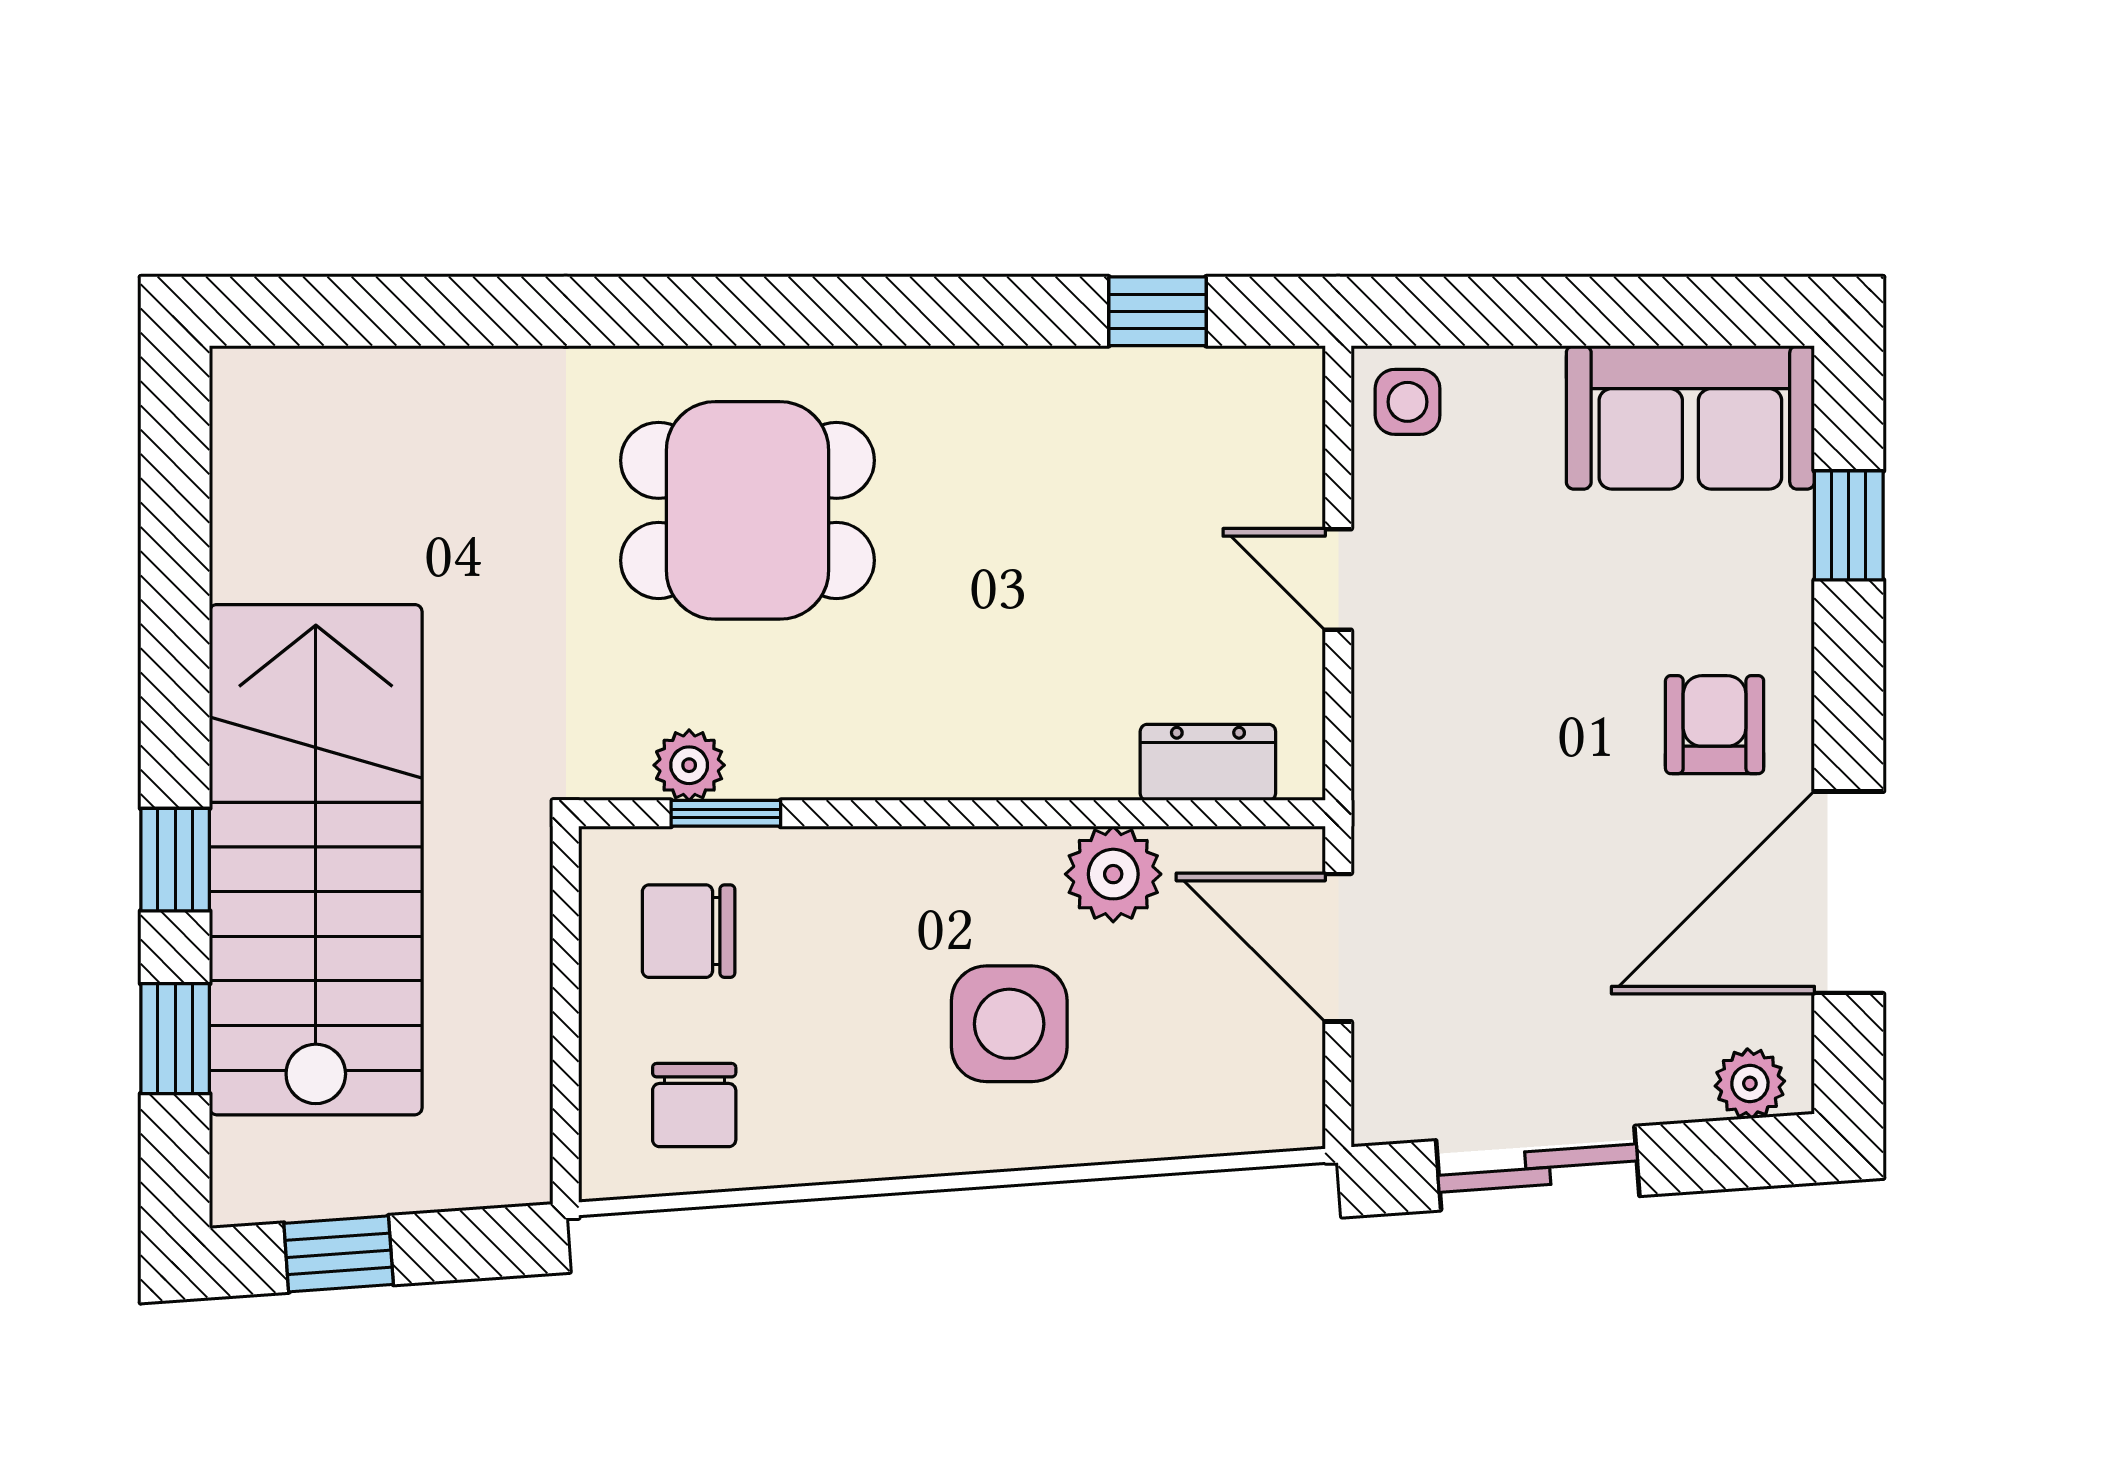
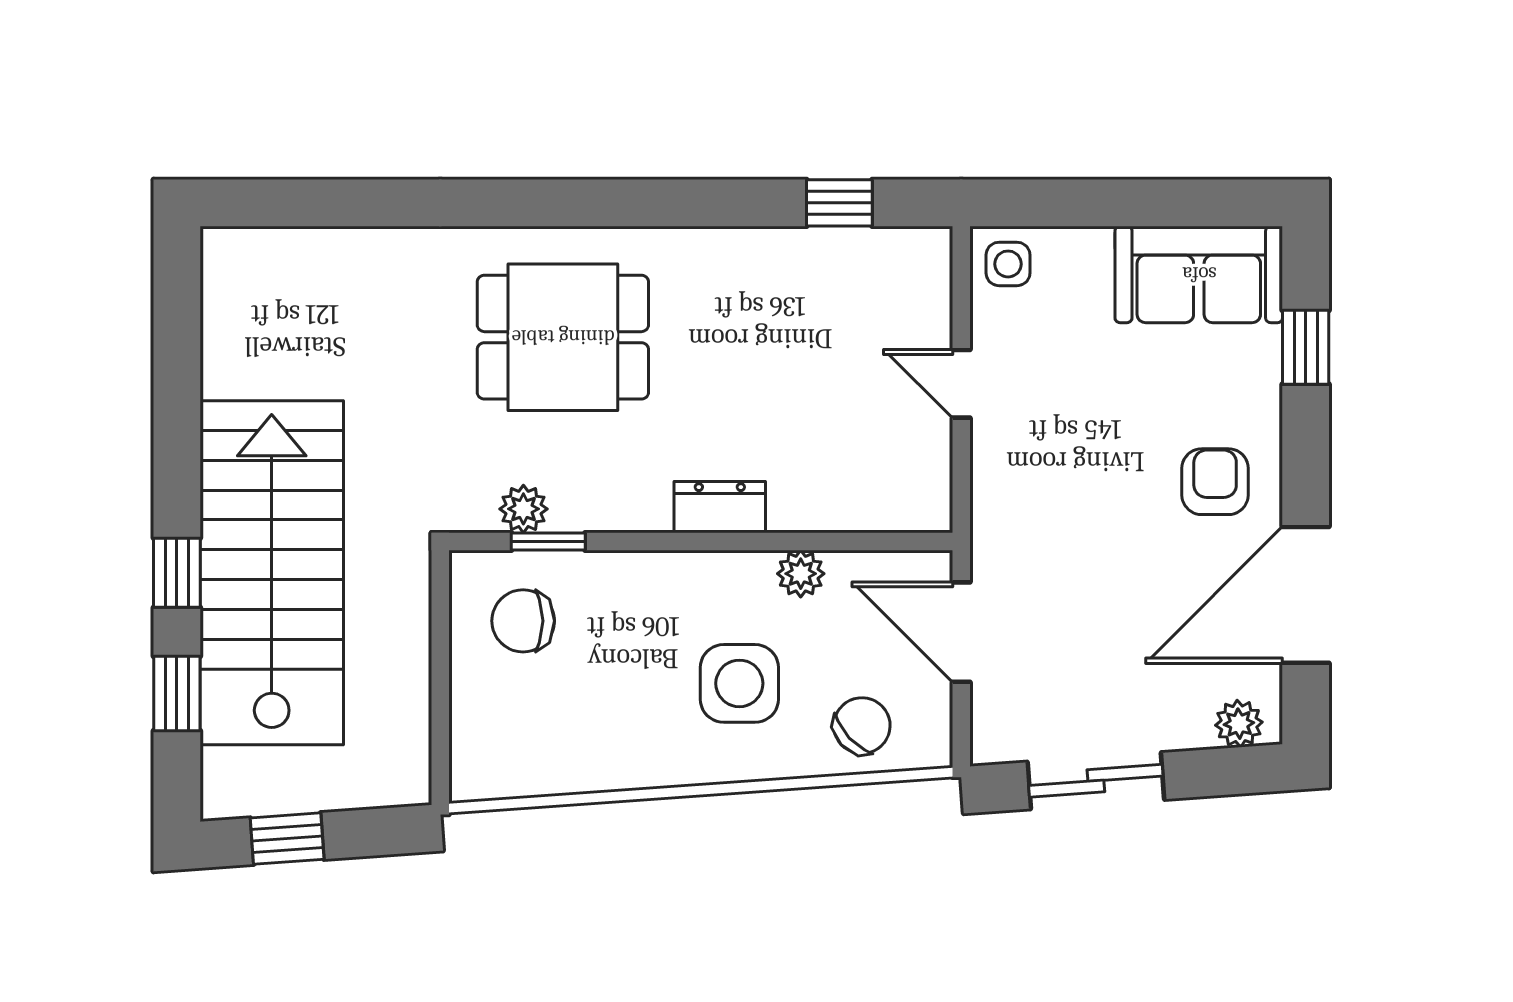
dresser: (1208, 762) -> (720, 507), moved
plant: (1113, 874) -> (801, 574), width x0.73, depth x0.73
chair: (694, 1105) -> (862, 726), moved, turned -133

